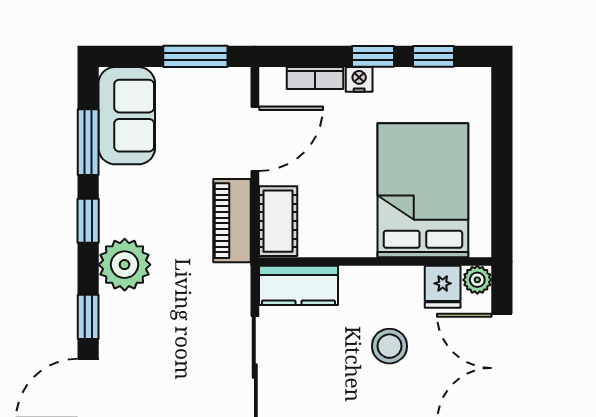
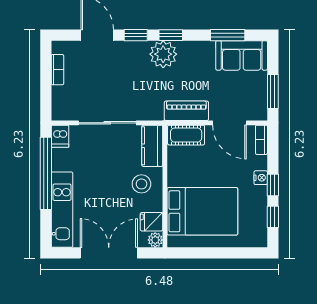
bookcase: (315, 78) -> (261, 140), moved
window: (88, 221) -> (171, 35), moved
stool: (389, 346) -> (141, 184), moved

